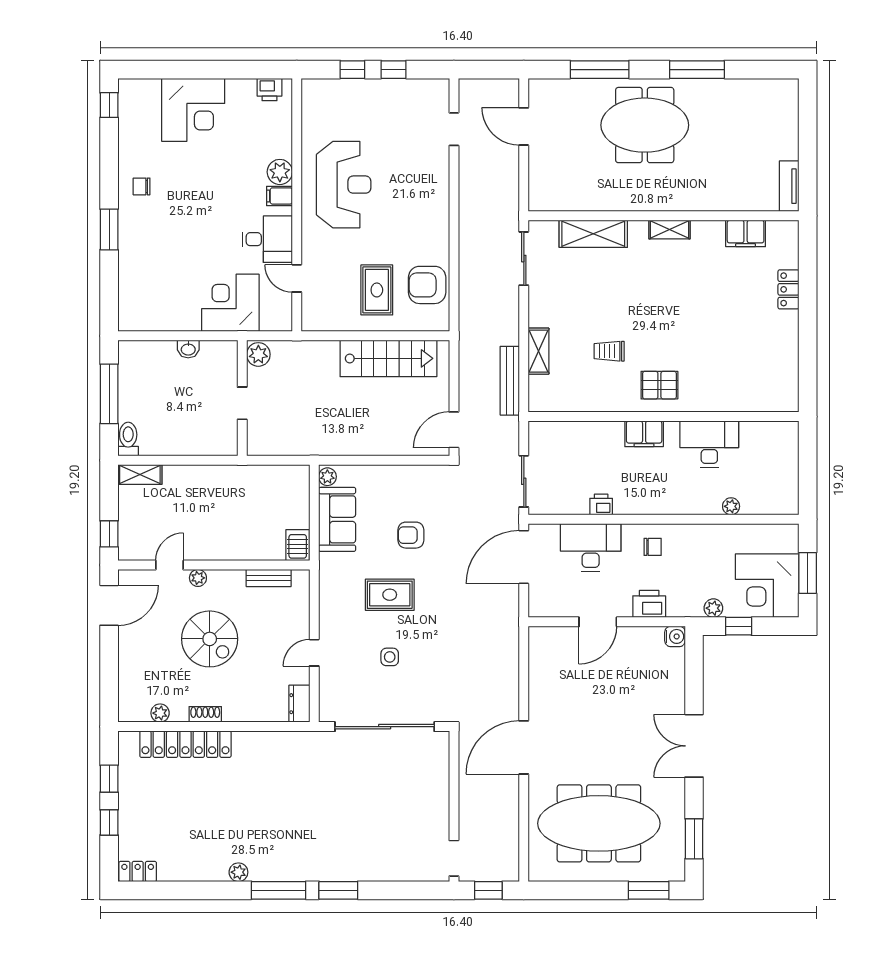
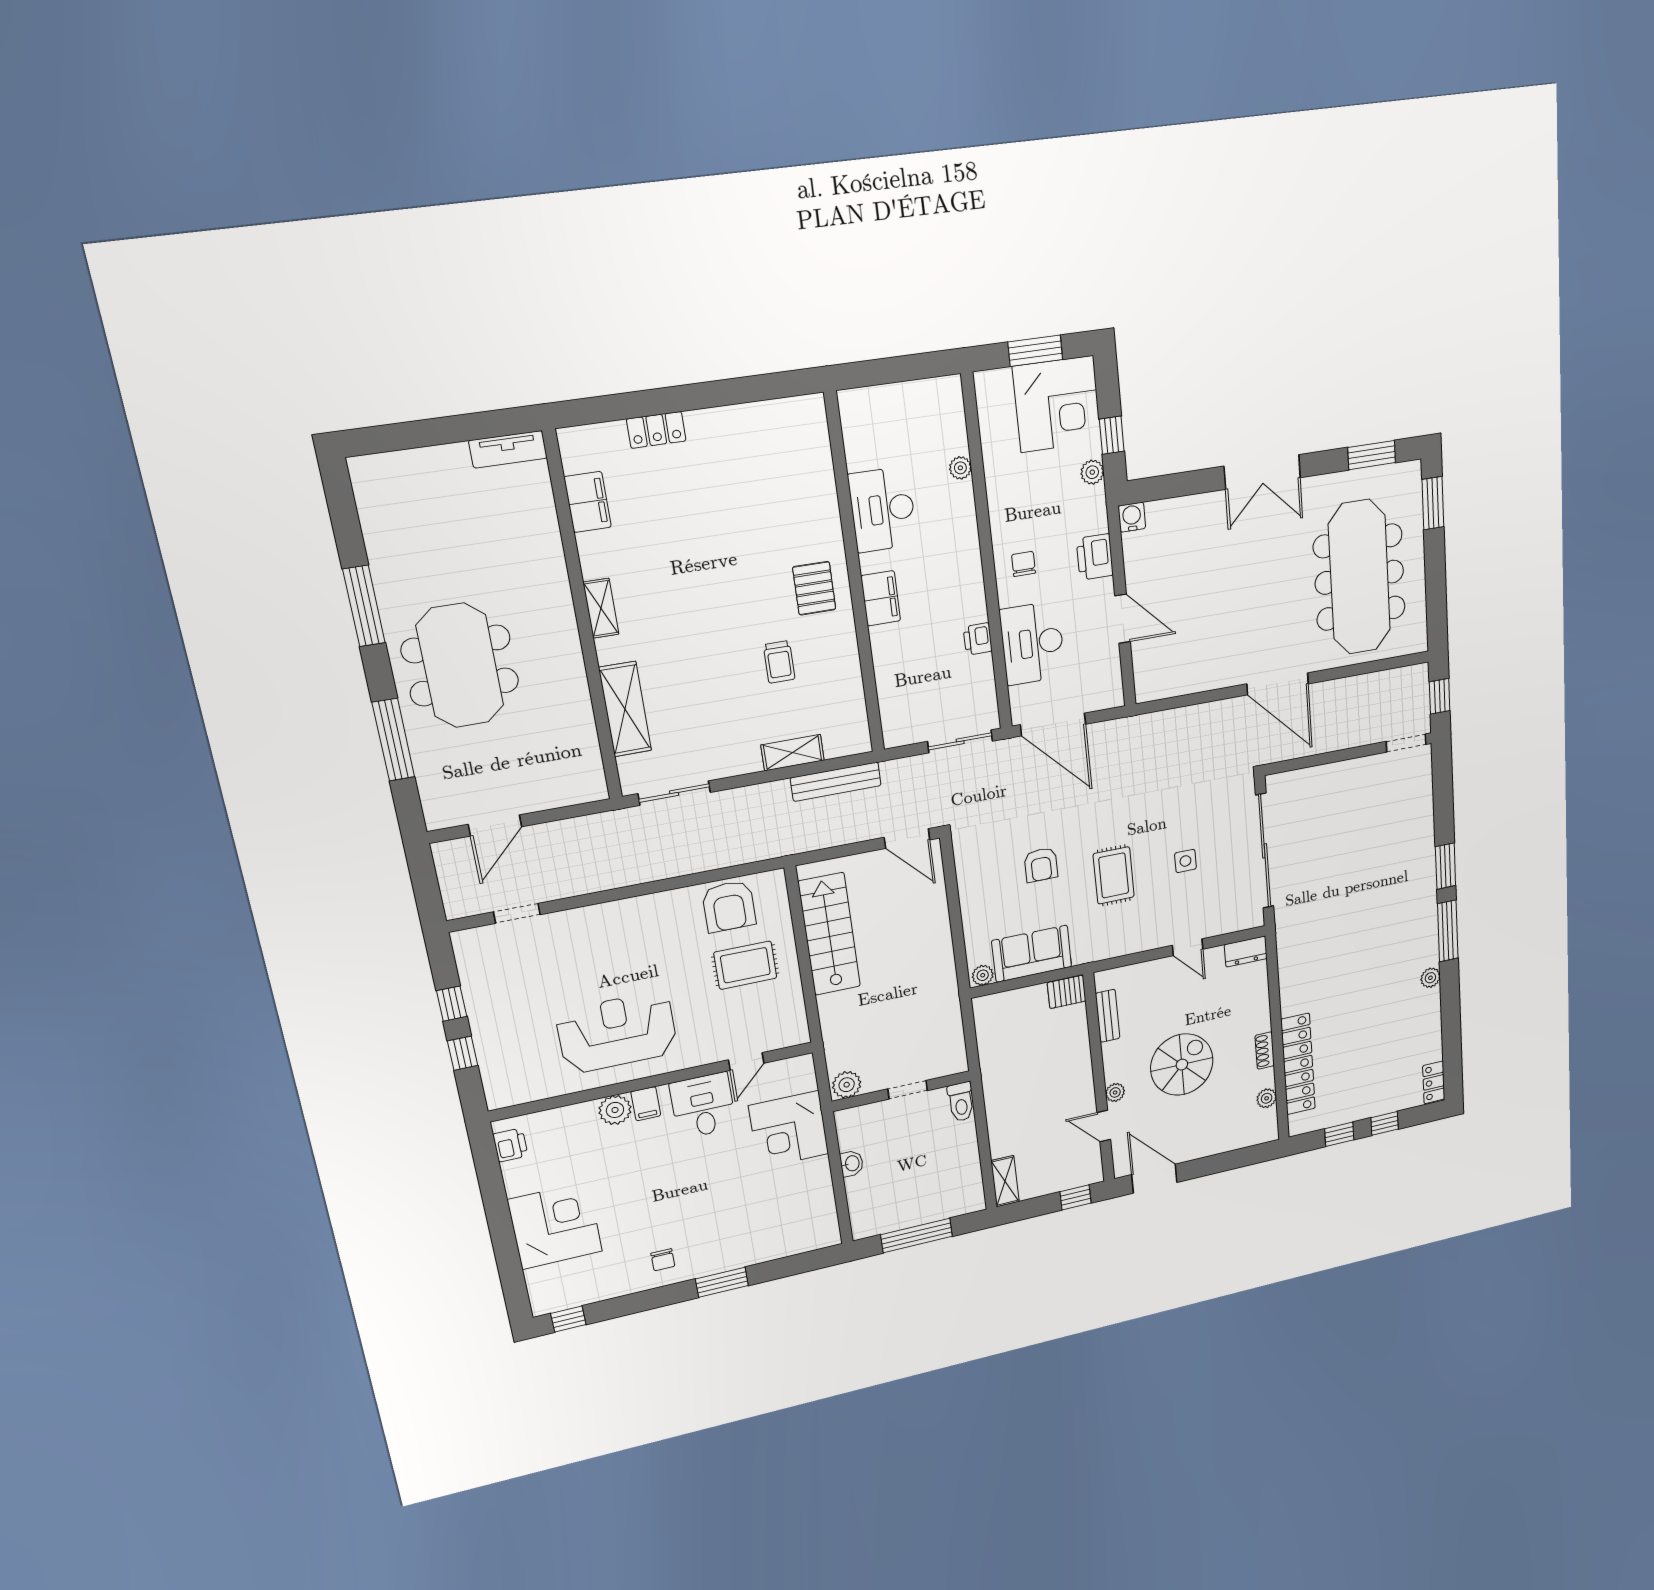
toilet: (128, 439) -> (961, 1102), moved, turned -90

